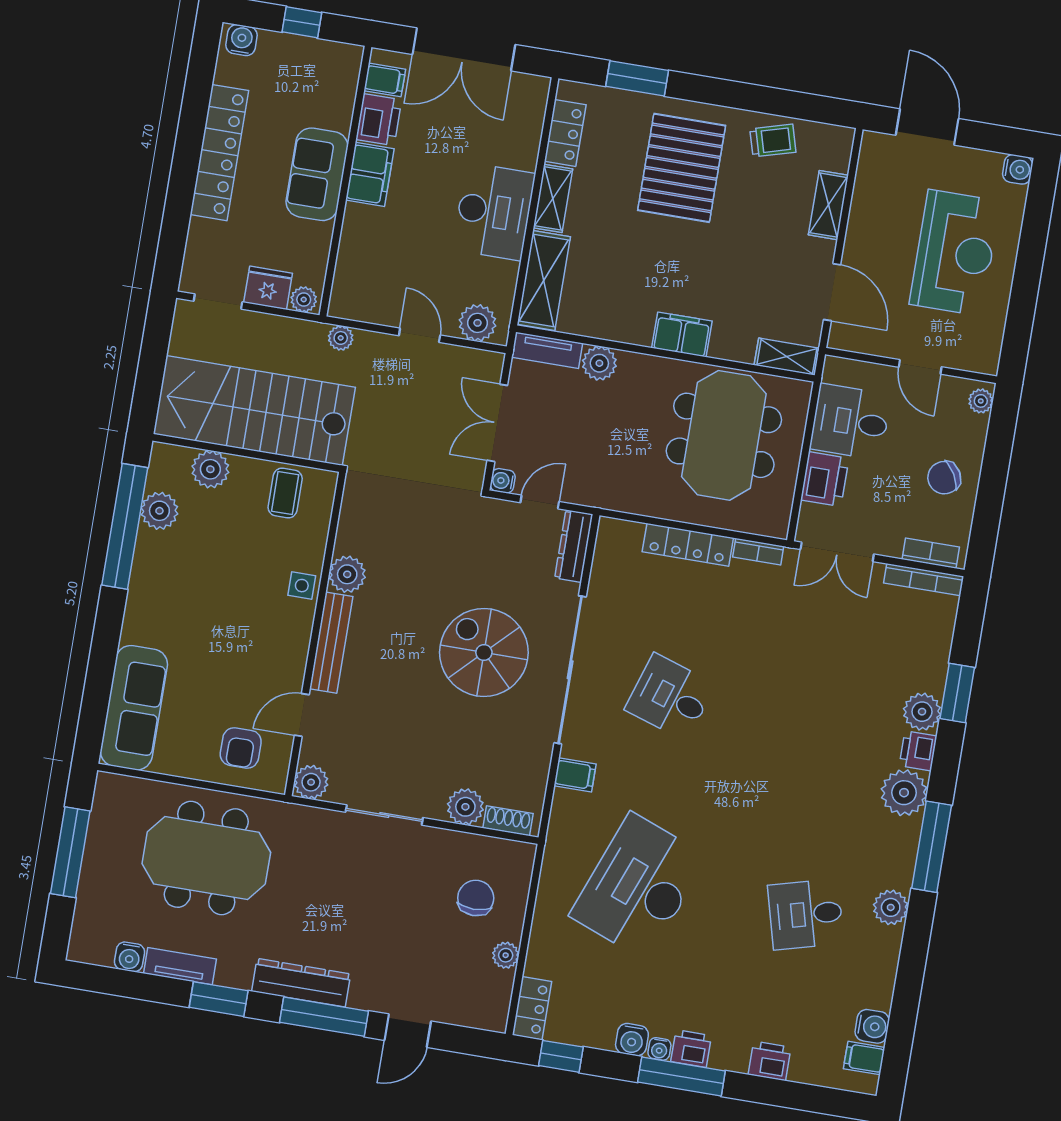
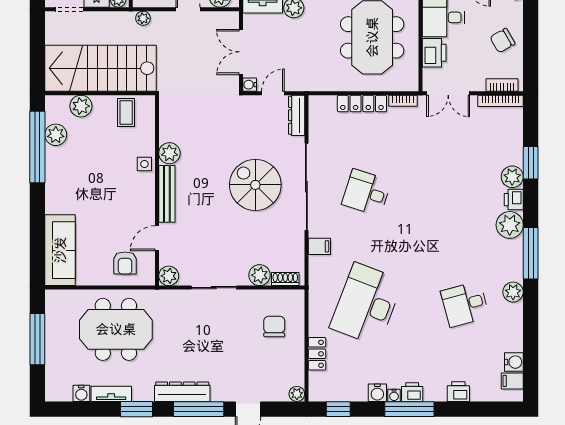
plant: (506, 955) -> (297, 394), moved
locker: (532, 1008) -> (317, 354), moved

